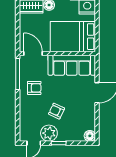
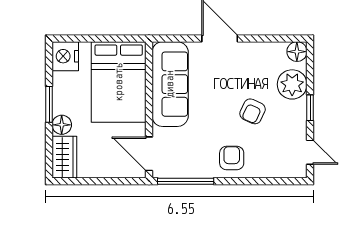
door: (33, 53) -> (149, 154), hinge flipped
armchair: (34, 88) -> (232, 158), moved
plant: (49, 133) -> (292, 84), moved

